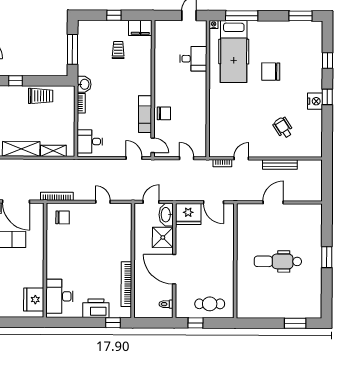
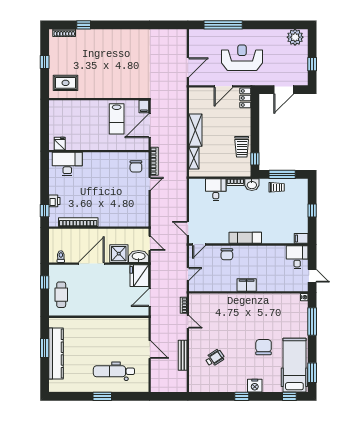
filing cabinet: (140, 28) -> (301, 238), width x0.50
trolley: (118, 50) -> (277, 187), moved
hospital bed: (234, 52) -> (294, 365), moved, turned 90
desk: (193, 59) -> (297, 257), moved, turned 180
window: (327, 61) -> (289, 396), moved
window: (15, 81) -> (255, 159), moved
filing cabinet: (199, 91) -> (247, 285), added
nightstand: (315, 101) -> (255, 386), moved
exam couch: (145, 114) -> (245, 238), moved
desk: (90, 141) -> (216, 190), moved
door: (134, 158) -> (188, 228), swing flipped
door: (103, 202) -> (150, 184), moved
dental chair: (278, 261) -> (114, 371), moved, turned -90
fridge: (34, 300) -> (60, 144), width x0.53, depth x0.75
printer: (96, 308) -> (54, 201), width x0.53, depth x0.68
kitchen counter: (277, 310) -> (56, 354), added
window: (295, 323) -> (45, 348), moved

